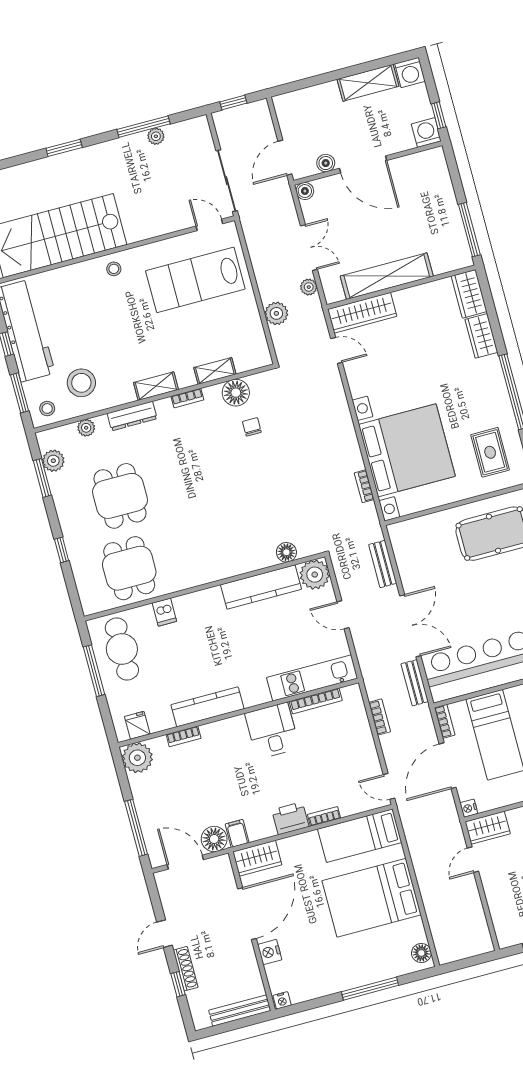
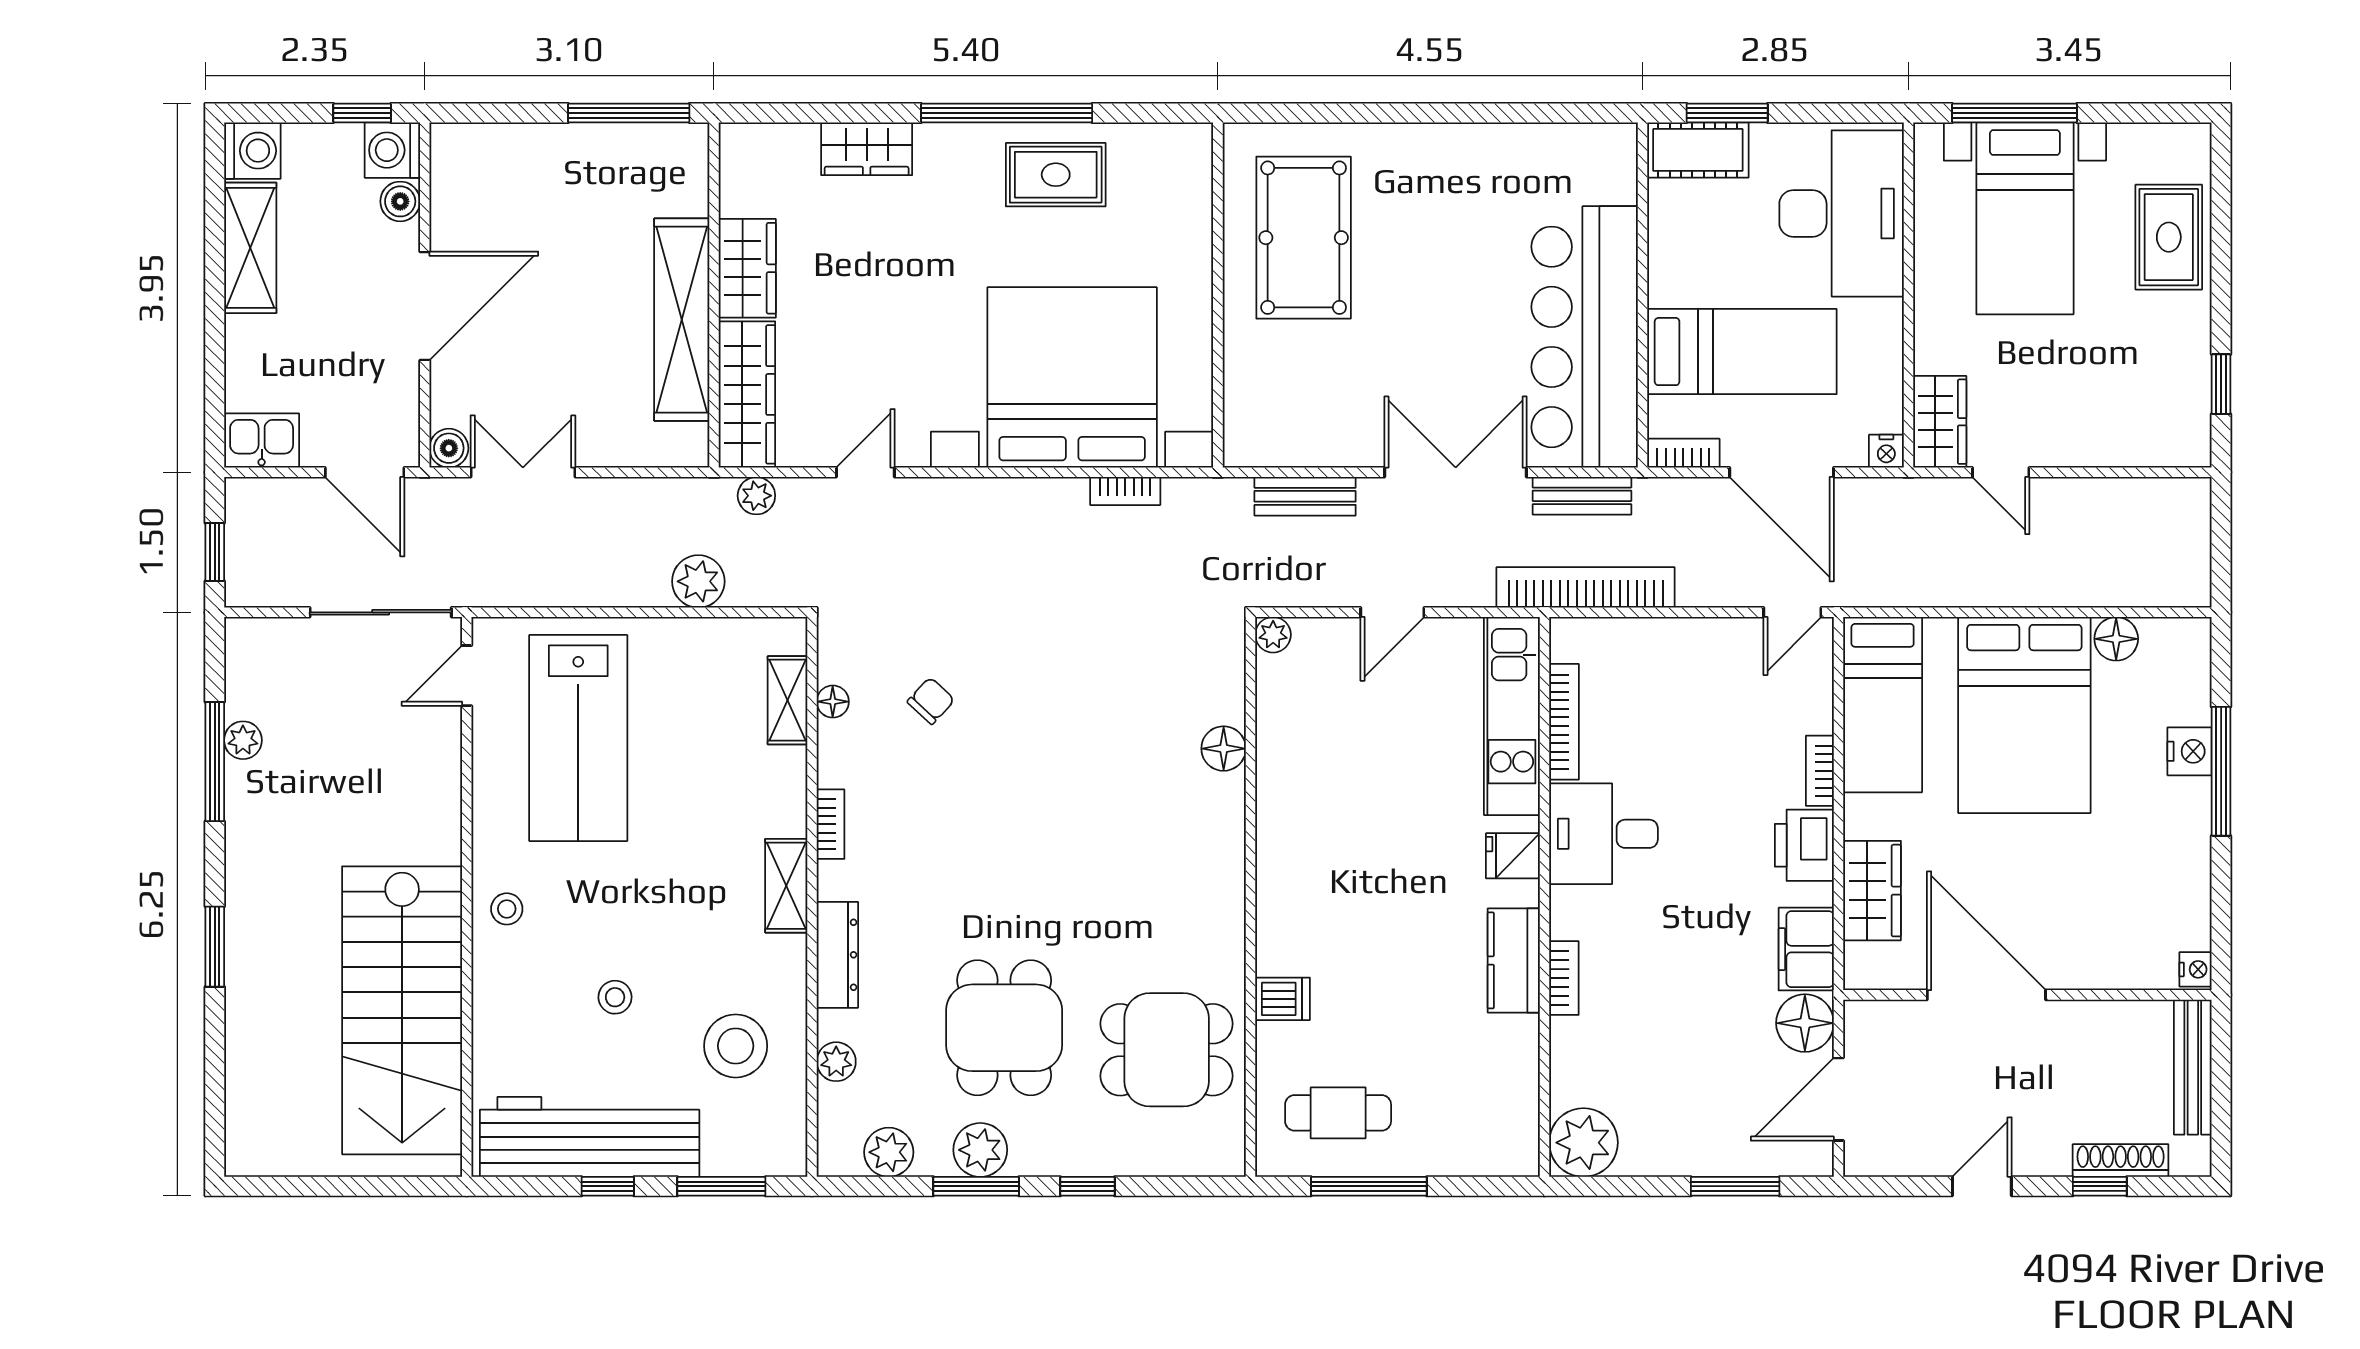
kitchen sink: (287, 110) -> (262, 440), added
boiler: (326, 163) -> (400, 201), moved
double door: (309, 248) -> (523, 472), moved
plant: (309, 287) -> (756, 496), moved
wardrobe: (469, 294) -> (747, 268), moved, turned -90
door: (336, 350) -> (865, 472), moved
shelving: (215, 371) -> (787, 700), moved
floor lamp: (236, 393) -> (833, 702), width x0.53, depth x0.53
stool: (47, 408) -> (615, 997), moved
chair: (252, 427) -> (931, 701), turned 133
rug: (490, 452) -> (1056, 175), moved
window: (42, 478) -> (976, 1186), moved
dining table: (120, 496) -> (1004, 1028), turned 90
plant: (65, 500) -> (980, 1150), added
floor lamp: (286, 552) -> (1224, 749), moved
plant: (315, 575) -> (1273, 635), width x0.53, depth x0.53
kitchen counter: (261, 587) -> (1284, 774), removed
cafe table: (122, 649) -> (1338, 1113), width x0.73, depth x0.74
kitchen counter: (207, 707) -> (1514, 960), width x0.67
bookcase: (380, 717) -> (1586, 587), width x2.31, depth x1.31
fridge: (137, 725) -> (1513, 856), moved
bookcase: (184, 736) -> (1564, 978), moved
window: (136, 828) -> (1735, 1186), width x0.69
filing cabinet: (237, 833) -> (1806, 949), width x2.00
wardrobe: (257, 858) -> (1872, 891), moved
door: (164, 934) -> (1982, 1186), swing flipped
nightstand: (270, 952) -> (2190, 751), moved, turned -90
floor lamp: (421, 953) -> (2116, 639), moved
shoe rack: (186, 969) -> (2121, 1161), moved

